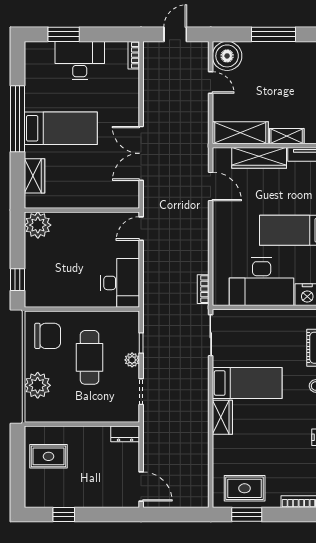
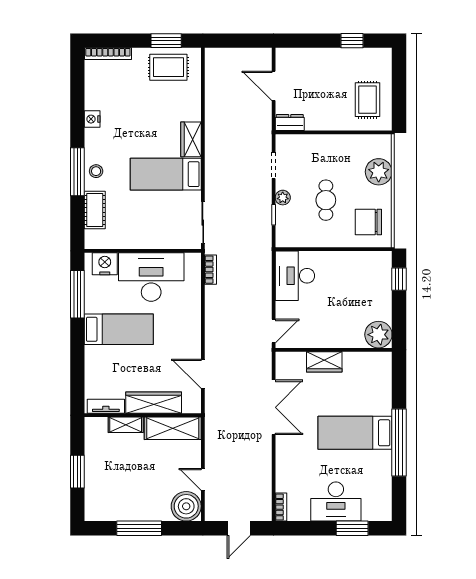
wardrobe: (35, 176) -> (324, 362), moved, turned -90
cafe table: (90, 357) -> (326, 200), width x0.73, depth x0.74
rug: (48, 456) -> (368, 100), turned 90
door: (141, 486) -> (274, 86), moved

